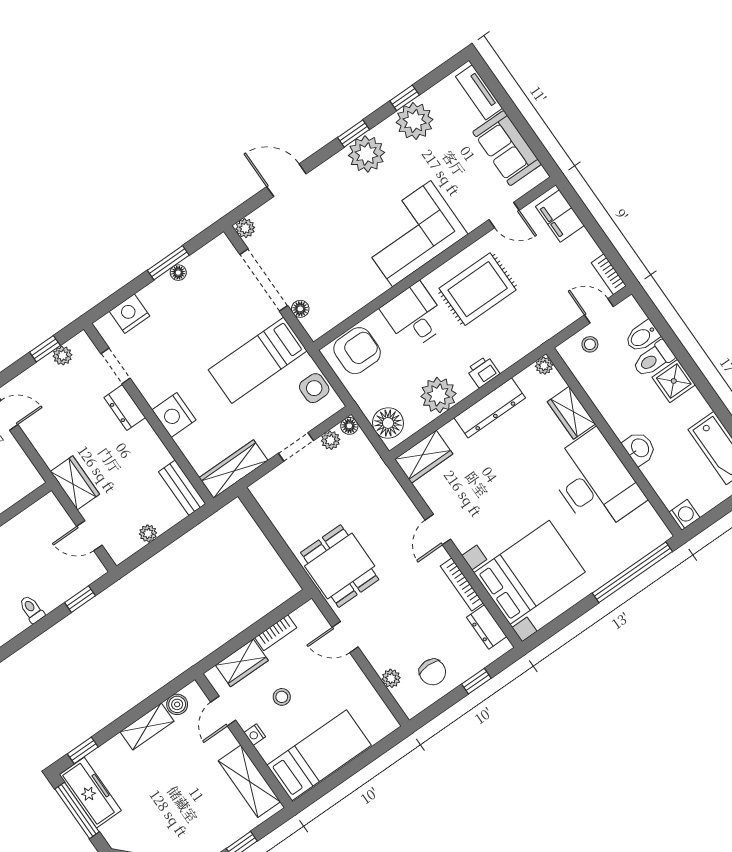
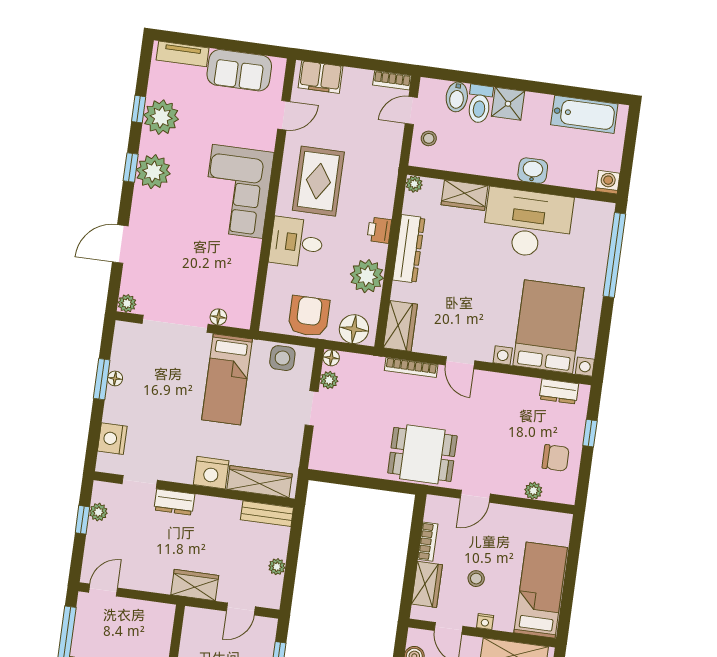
armchair: (357, 351) -> (309, 316), moved
wardrobe: (234, 469) -> (259, 482), moved, turned 90
bookcase: (462, 584) -> (411, 367), moved

